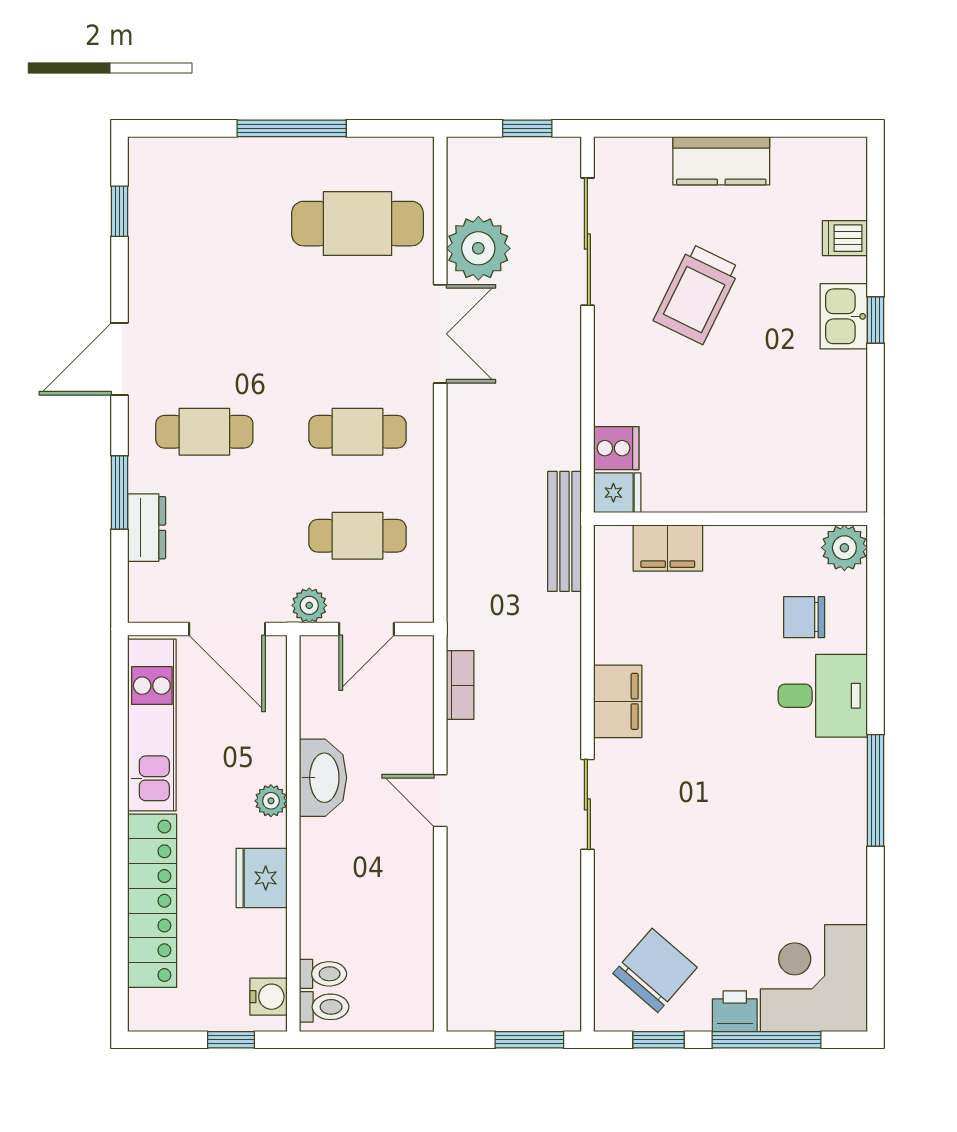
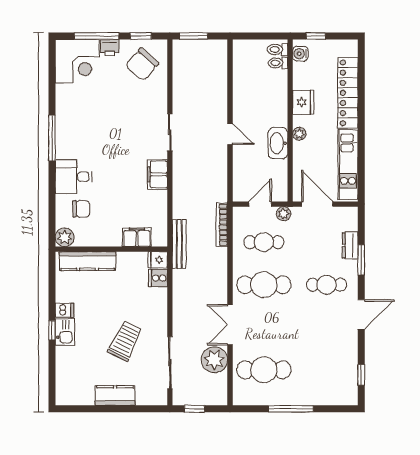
dishwasher: (845, 238) -> (64, 310), moved
cafe table: (357, 432) -> (264, 285), width x1.37, depth x1.35
kitchen counter: (789, 490) -> (87, 261), added
bookcase: (460, 685) -> (222, 225), moved, width x1.56

